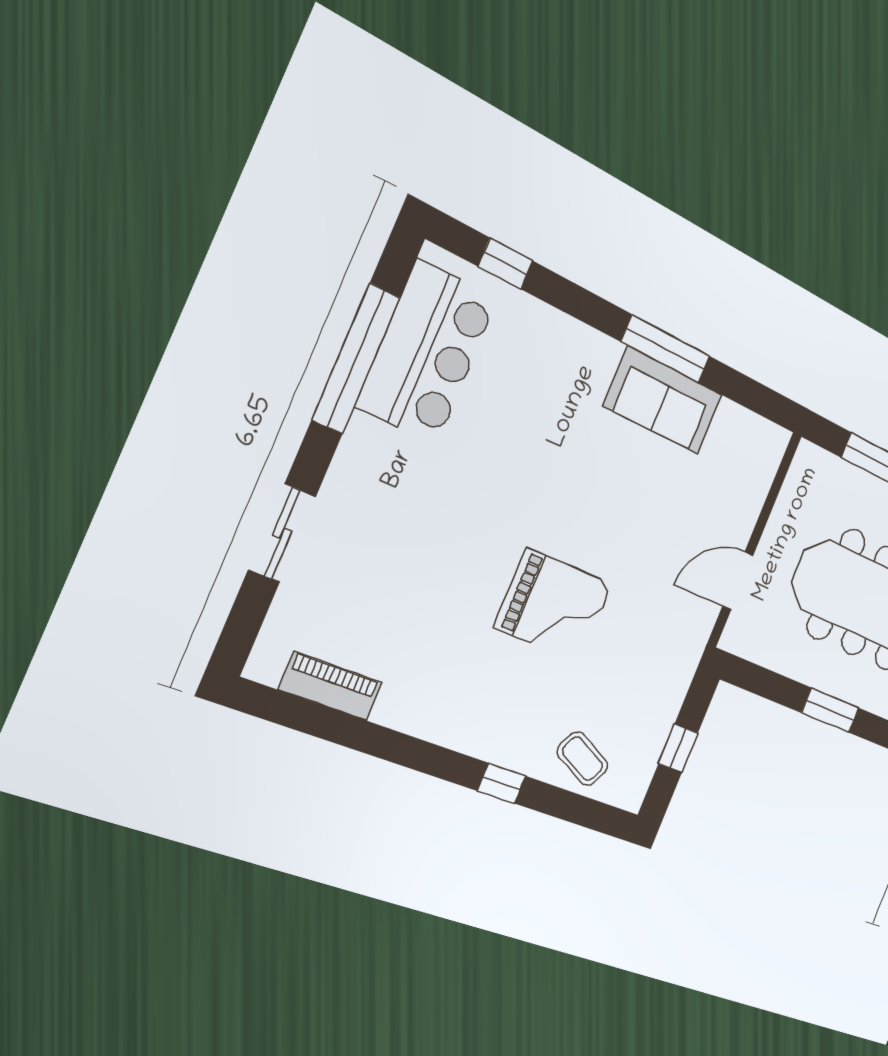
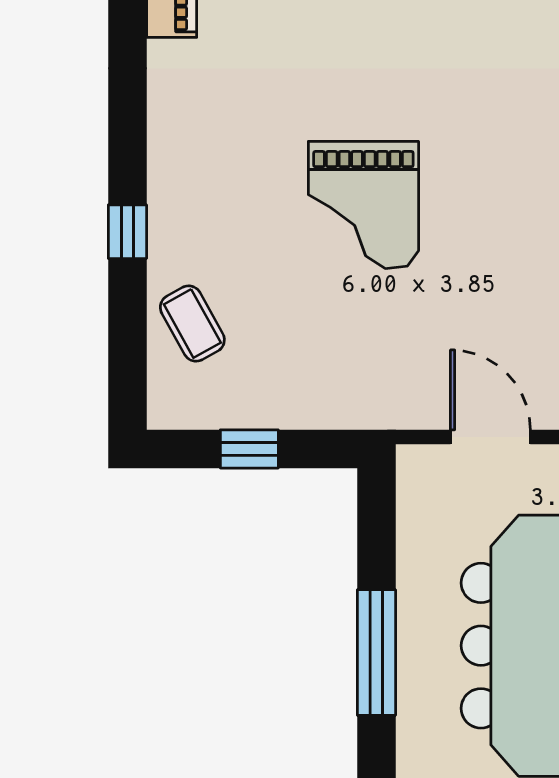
window: (830, 710) -> (376, 653), width x1.44
coffee table: (582, 759) -> (192, 324), turned -56

